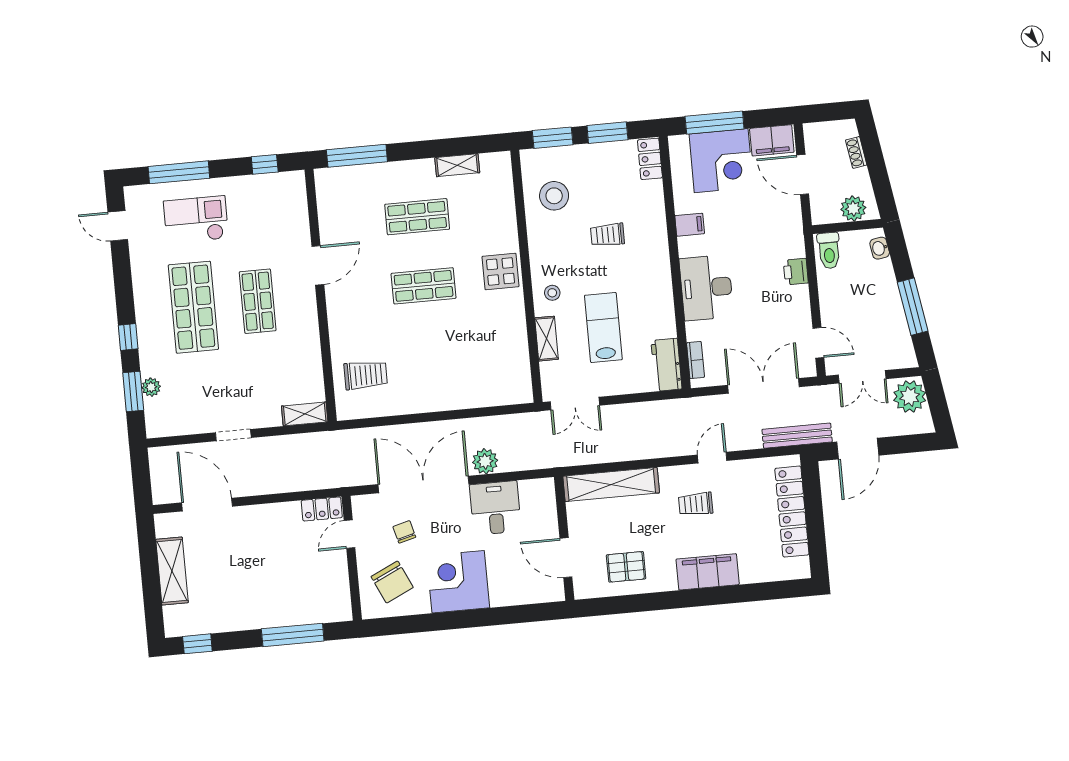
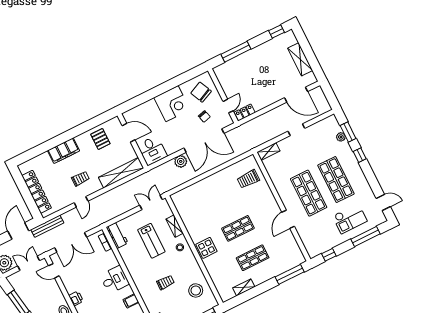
desk: (706, 288) -> (115, 280), width x0.73
shop shelf: (258, 301) -> (309, 193), width x1.43, depth x1.36
desk: (495, 508) -> (152, 150), moved
pallet: (626, 567) -> (100, 139), turned 90

